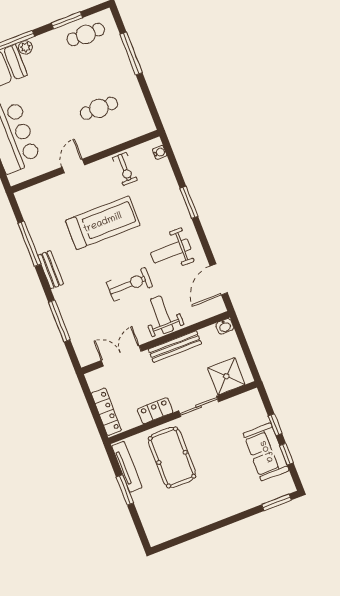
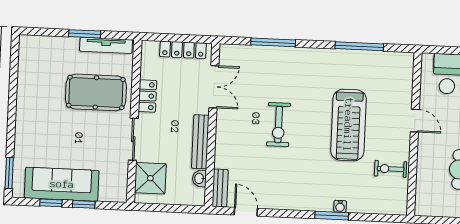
water cooler: (160, 152) -> (340, 206), moved
weight bench: (171, 251) -> (293, 178), removed
bench: (51, 270) -> (220, 188), moved, turned 90
door: (219, 279) -> (246, 212), width x0.73
weight bench: (162, 315) -> (236, 143), removed
washbasin: (225, 326) -> (199, 178), moved
locker: (106, 412) -> (183, 50), moved
sofa: (266, 452) -> (62, 184), width x1.36

